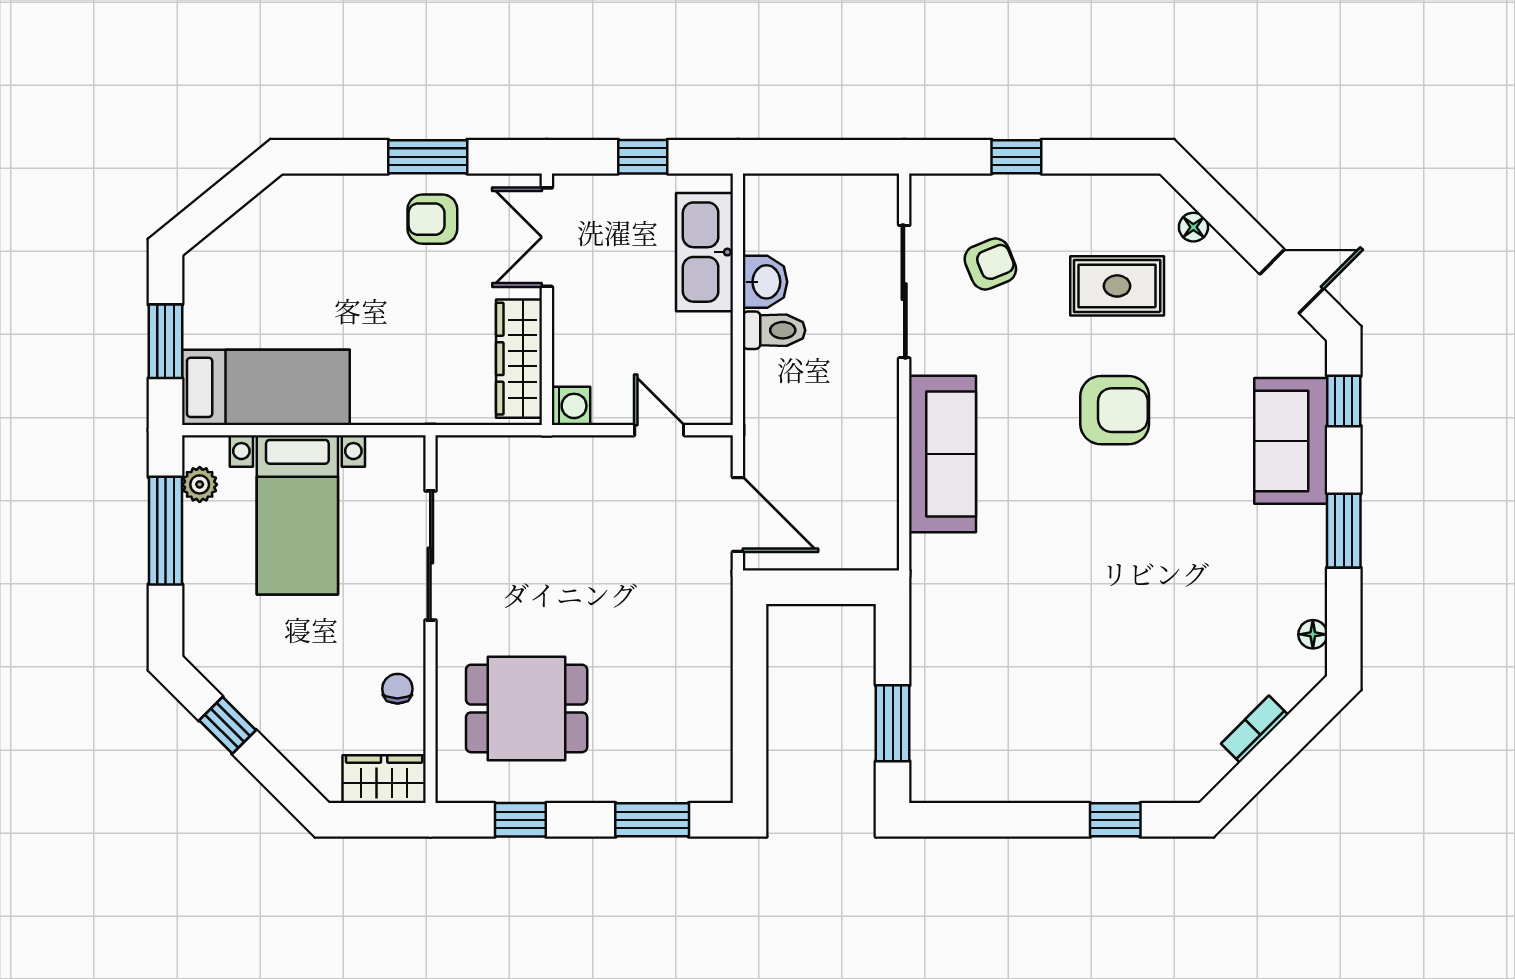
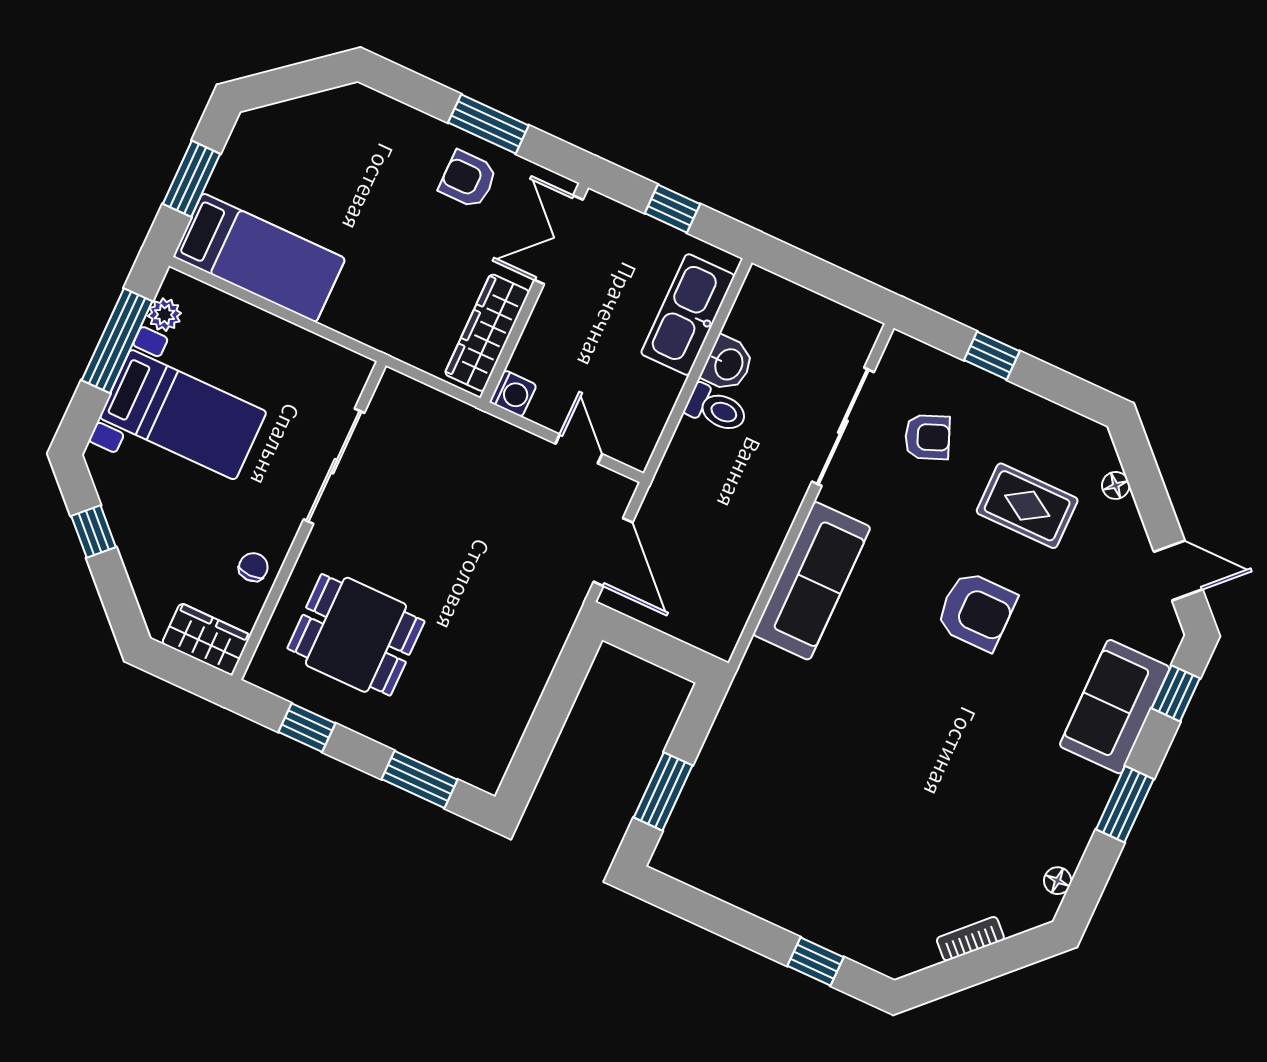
bed with nightstands: (297, 515) -> (183, 415), moved, turned -90

